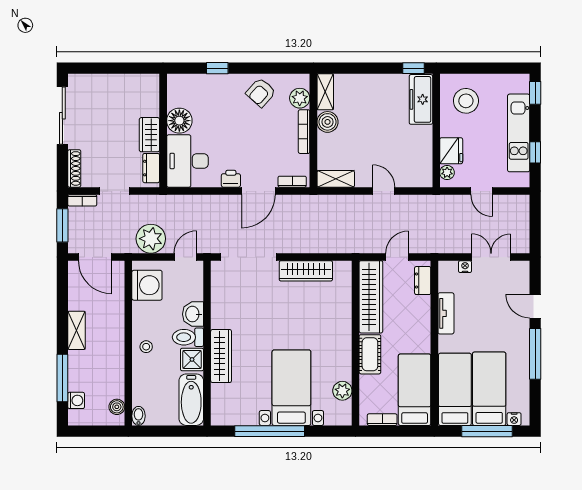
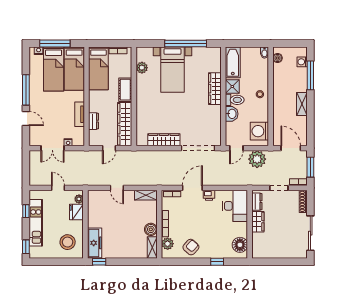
floor lamp: (179, 121) -> (240, 245), moved
dresser: (423, 281) -> (94, 121), moved

